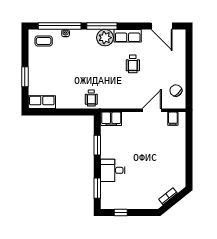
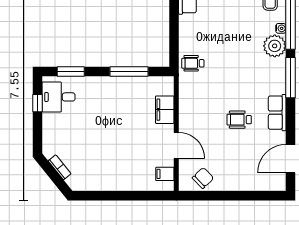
plant: (105, 38) -> (275, 46), moved
filing cabinet: (111, 119) -> (165, 110), moved
window: (97, 145) -> (129, 71), width x1.44
desk: (113, 170) -> (59, 97), moved, turned -90

